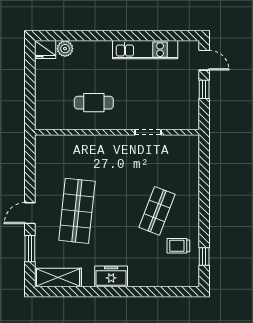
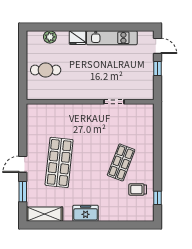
fridge: (45, 50) -> (78, 38), moved
cafe table: (94, 103) -> (46, 70), moved

